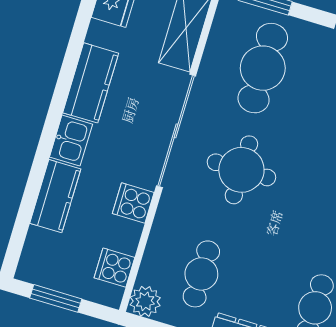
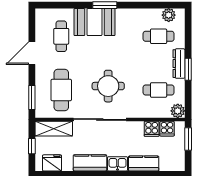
cafe table: (263, 68) -> (61, 90), turned 90
cooker: (133, 203) -> (152, 129), moved
window: (56, 298) -> (188, 139), moved

